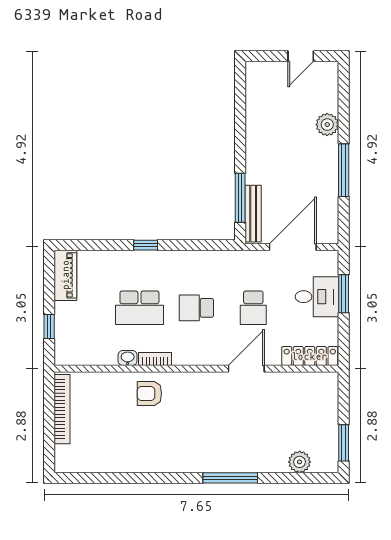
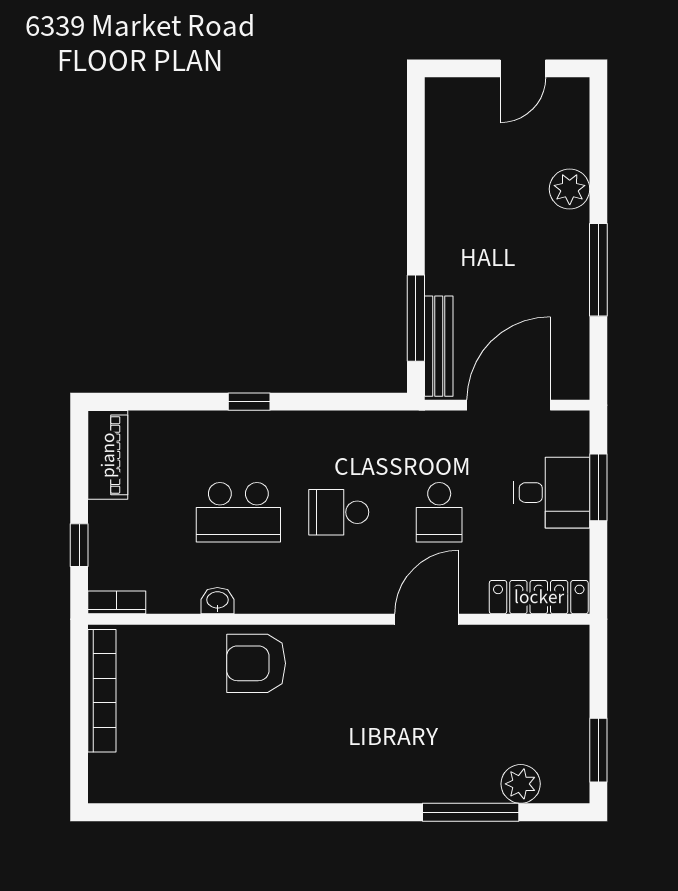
bookcase: (155, 359) -> (117, 602), moved
armchair: (149, 393) -> (256, 663), width x1.38, depth x1.38
window: (230, 478) -> (471, 812), moved

